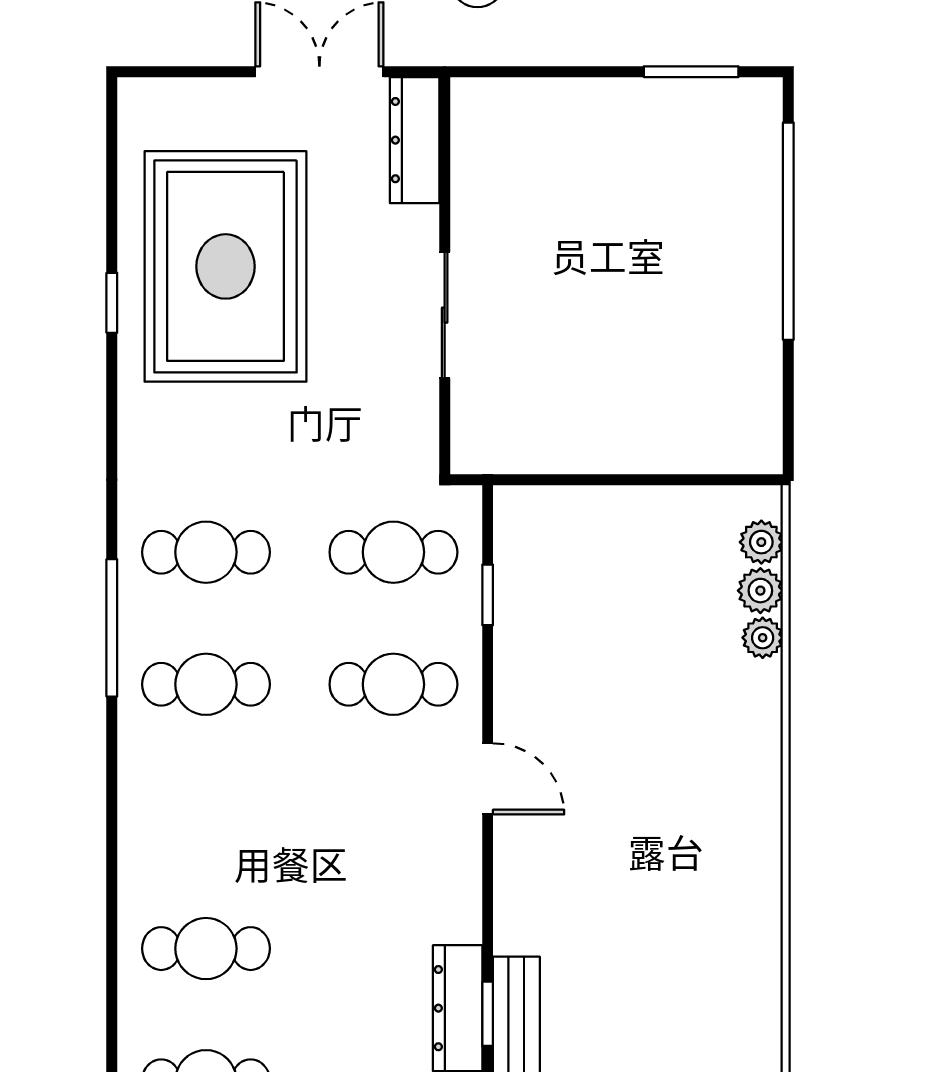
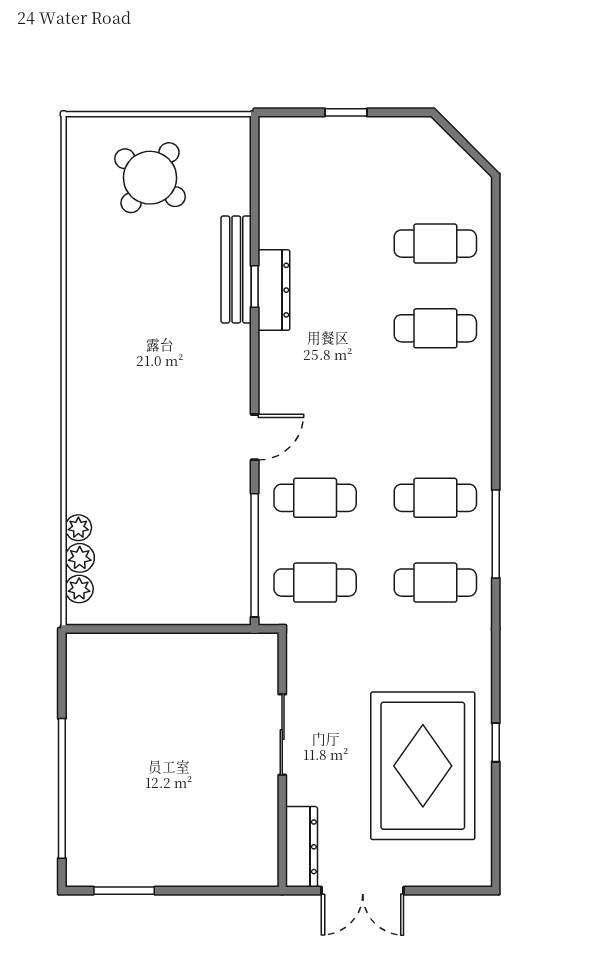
window: (488, 595) -> (255, 555), width x3.17
door: (488, 779) -> (255, 437), swing flipped

